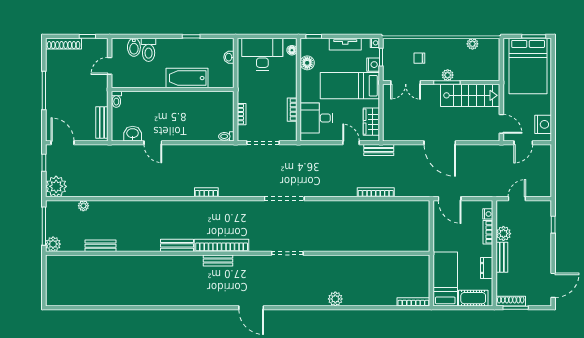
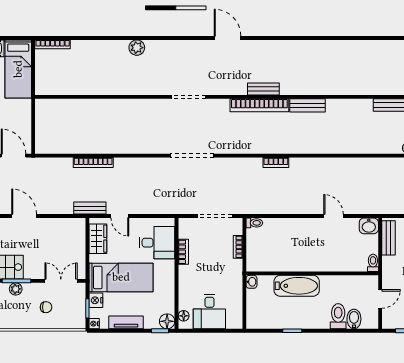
desk: (262, 54) -> (209, 312), width x0.73
washbasin: (229, 57) -> (251, 282), moved
floor lamp: (307, 63) -> (167, 321), moved
washbasin: (133, 134) -> (369, 226), moved
door: (440, 143) -> (24, 216), width x0.73

